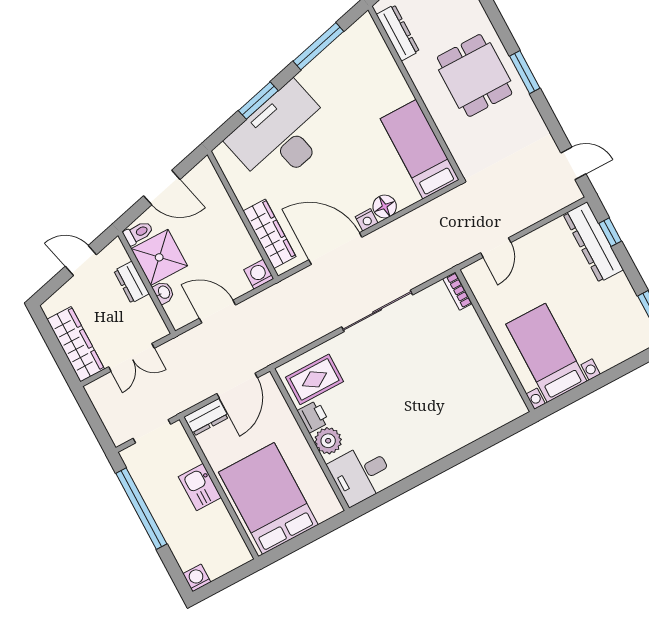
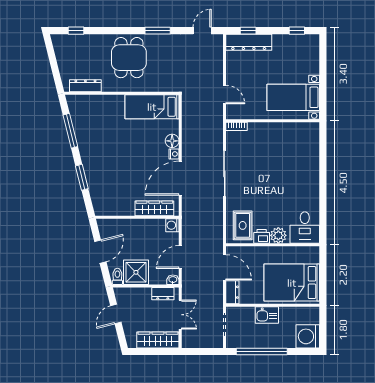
window: (525, 72) -> (158, 31), moved
dining table: (475, 75) -> (129, 58), turned 90
desk: (282, 135) -> (106, 175), removed
dresser: (132, 282) -> (163, 294), moved
washbasin: (164, 292) -> (173, 280), moved
washing machine: (197, 578) -> (308, 336), width x1.89, depth x1.89

